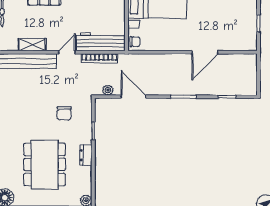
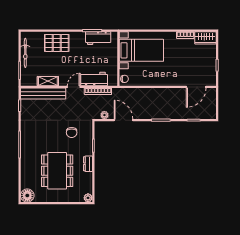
workbench: (101, 42) -> (94, 79), width x0.73
door: (205, 52) -> (196, 87), moved

